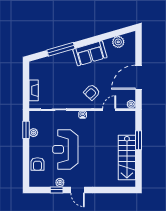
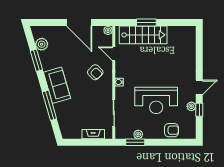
window: (103, 37) -> (36, 60), added
sofa: (90, 53) -> (57, 85), moved
stairs: (127, 158) -> (143, 35), moved

